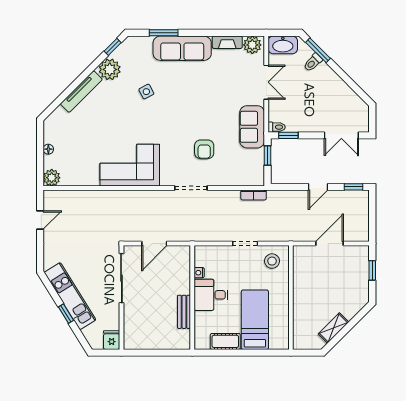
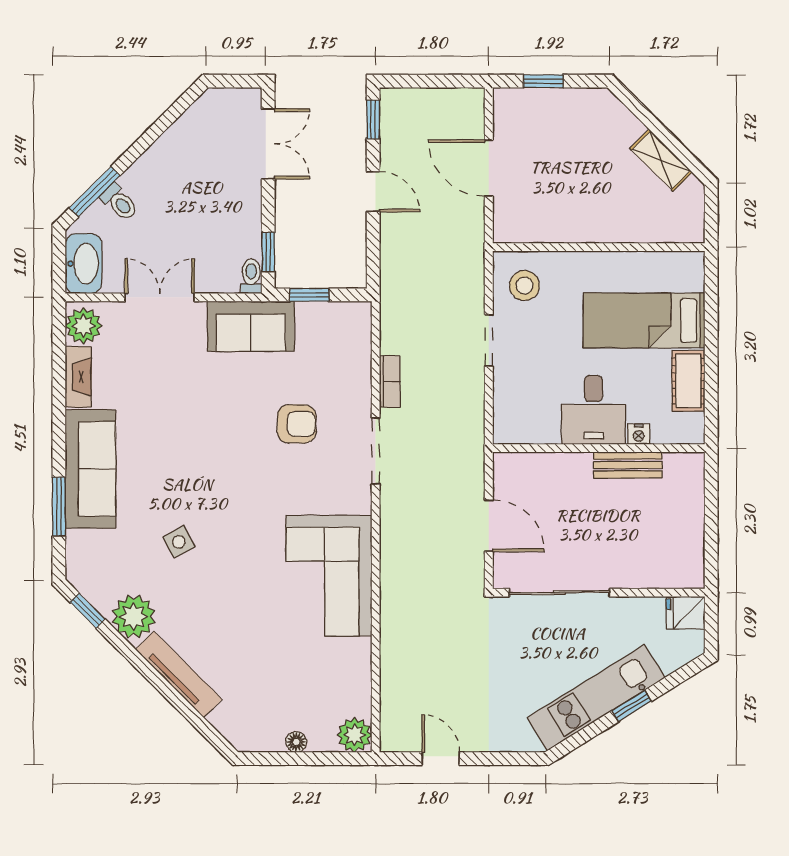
bookcase: (254, 195) -> (390, 381), moved
nightstand: (199, 273) -> (639, 434), moved

